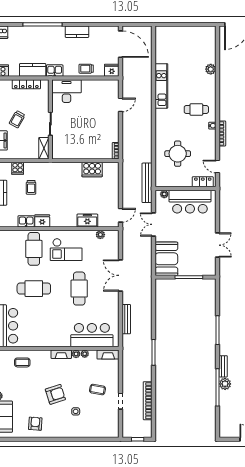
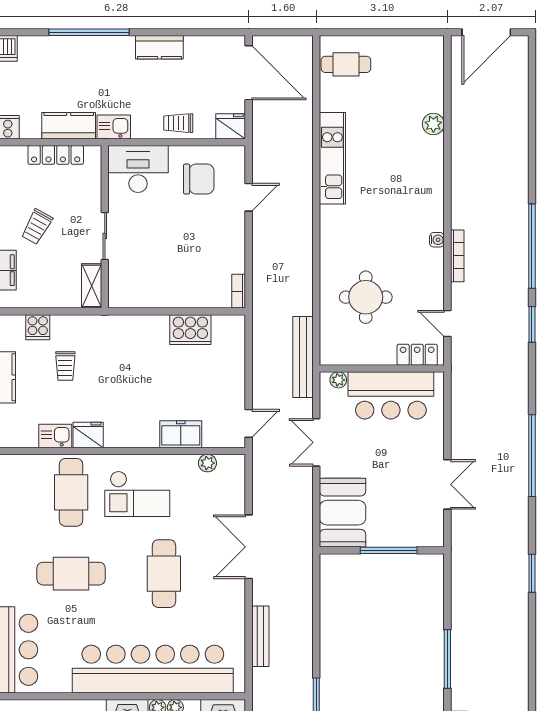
chair: (96, 96) -> (199, 179), added
cafe table: (196, 109) -> (346, 64), moved
bar counter: (92, 335) -> (153, 669), width x1.86

